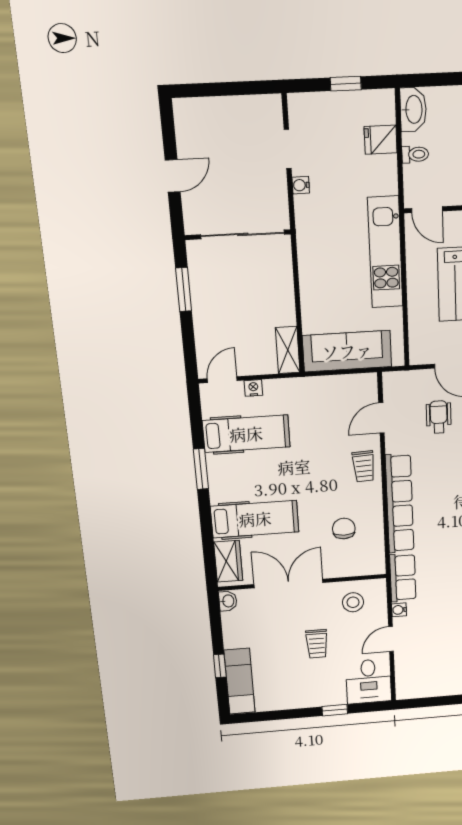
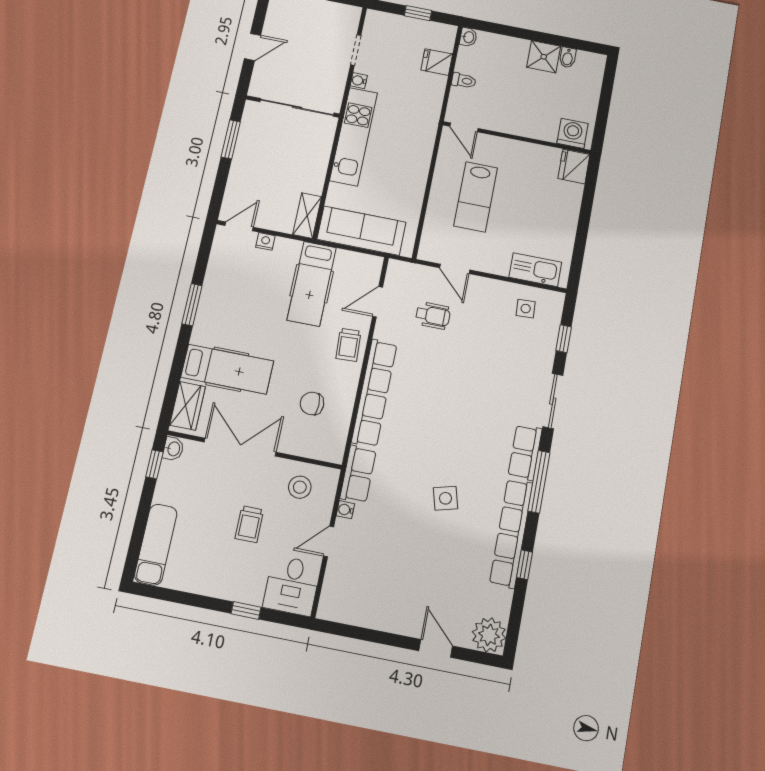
washbasin: (413, 109) -> (468, 37), width x0.52, depth x0.69
kitchen unit: (385, 252) -> (354, 137), moved, turned 180
wheelchair: (439, 417) -> (433, 316), turned 90
hospital bed: (246, 434) -> (312, 284), moved, turned 90
chair: (344, 528) -> (312, 404), turned -90
window: (220, 666) -> (154, 464), moved

